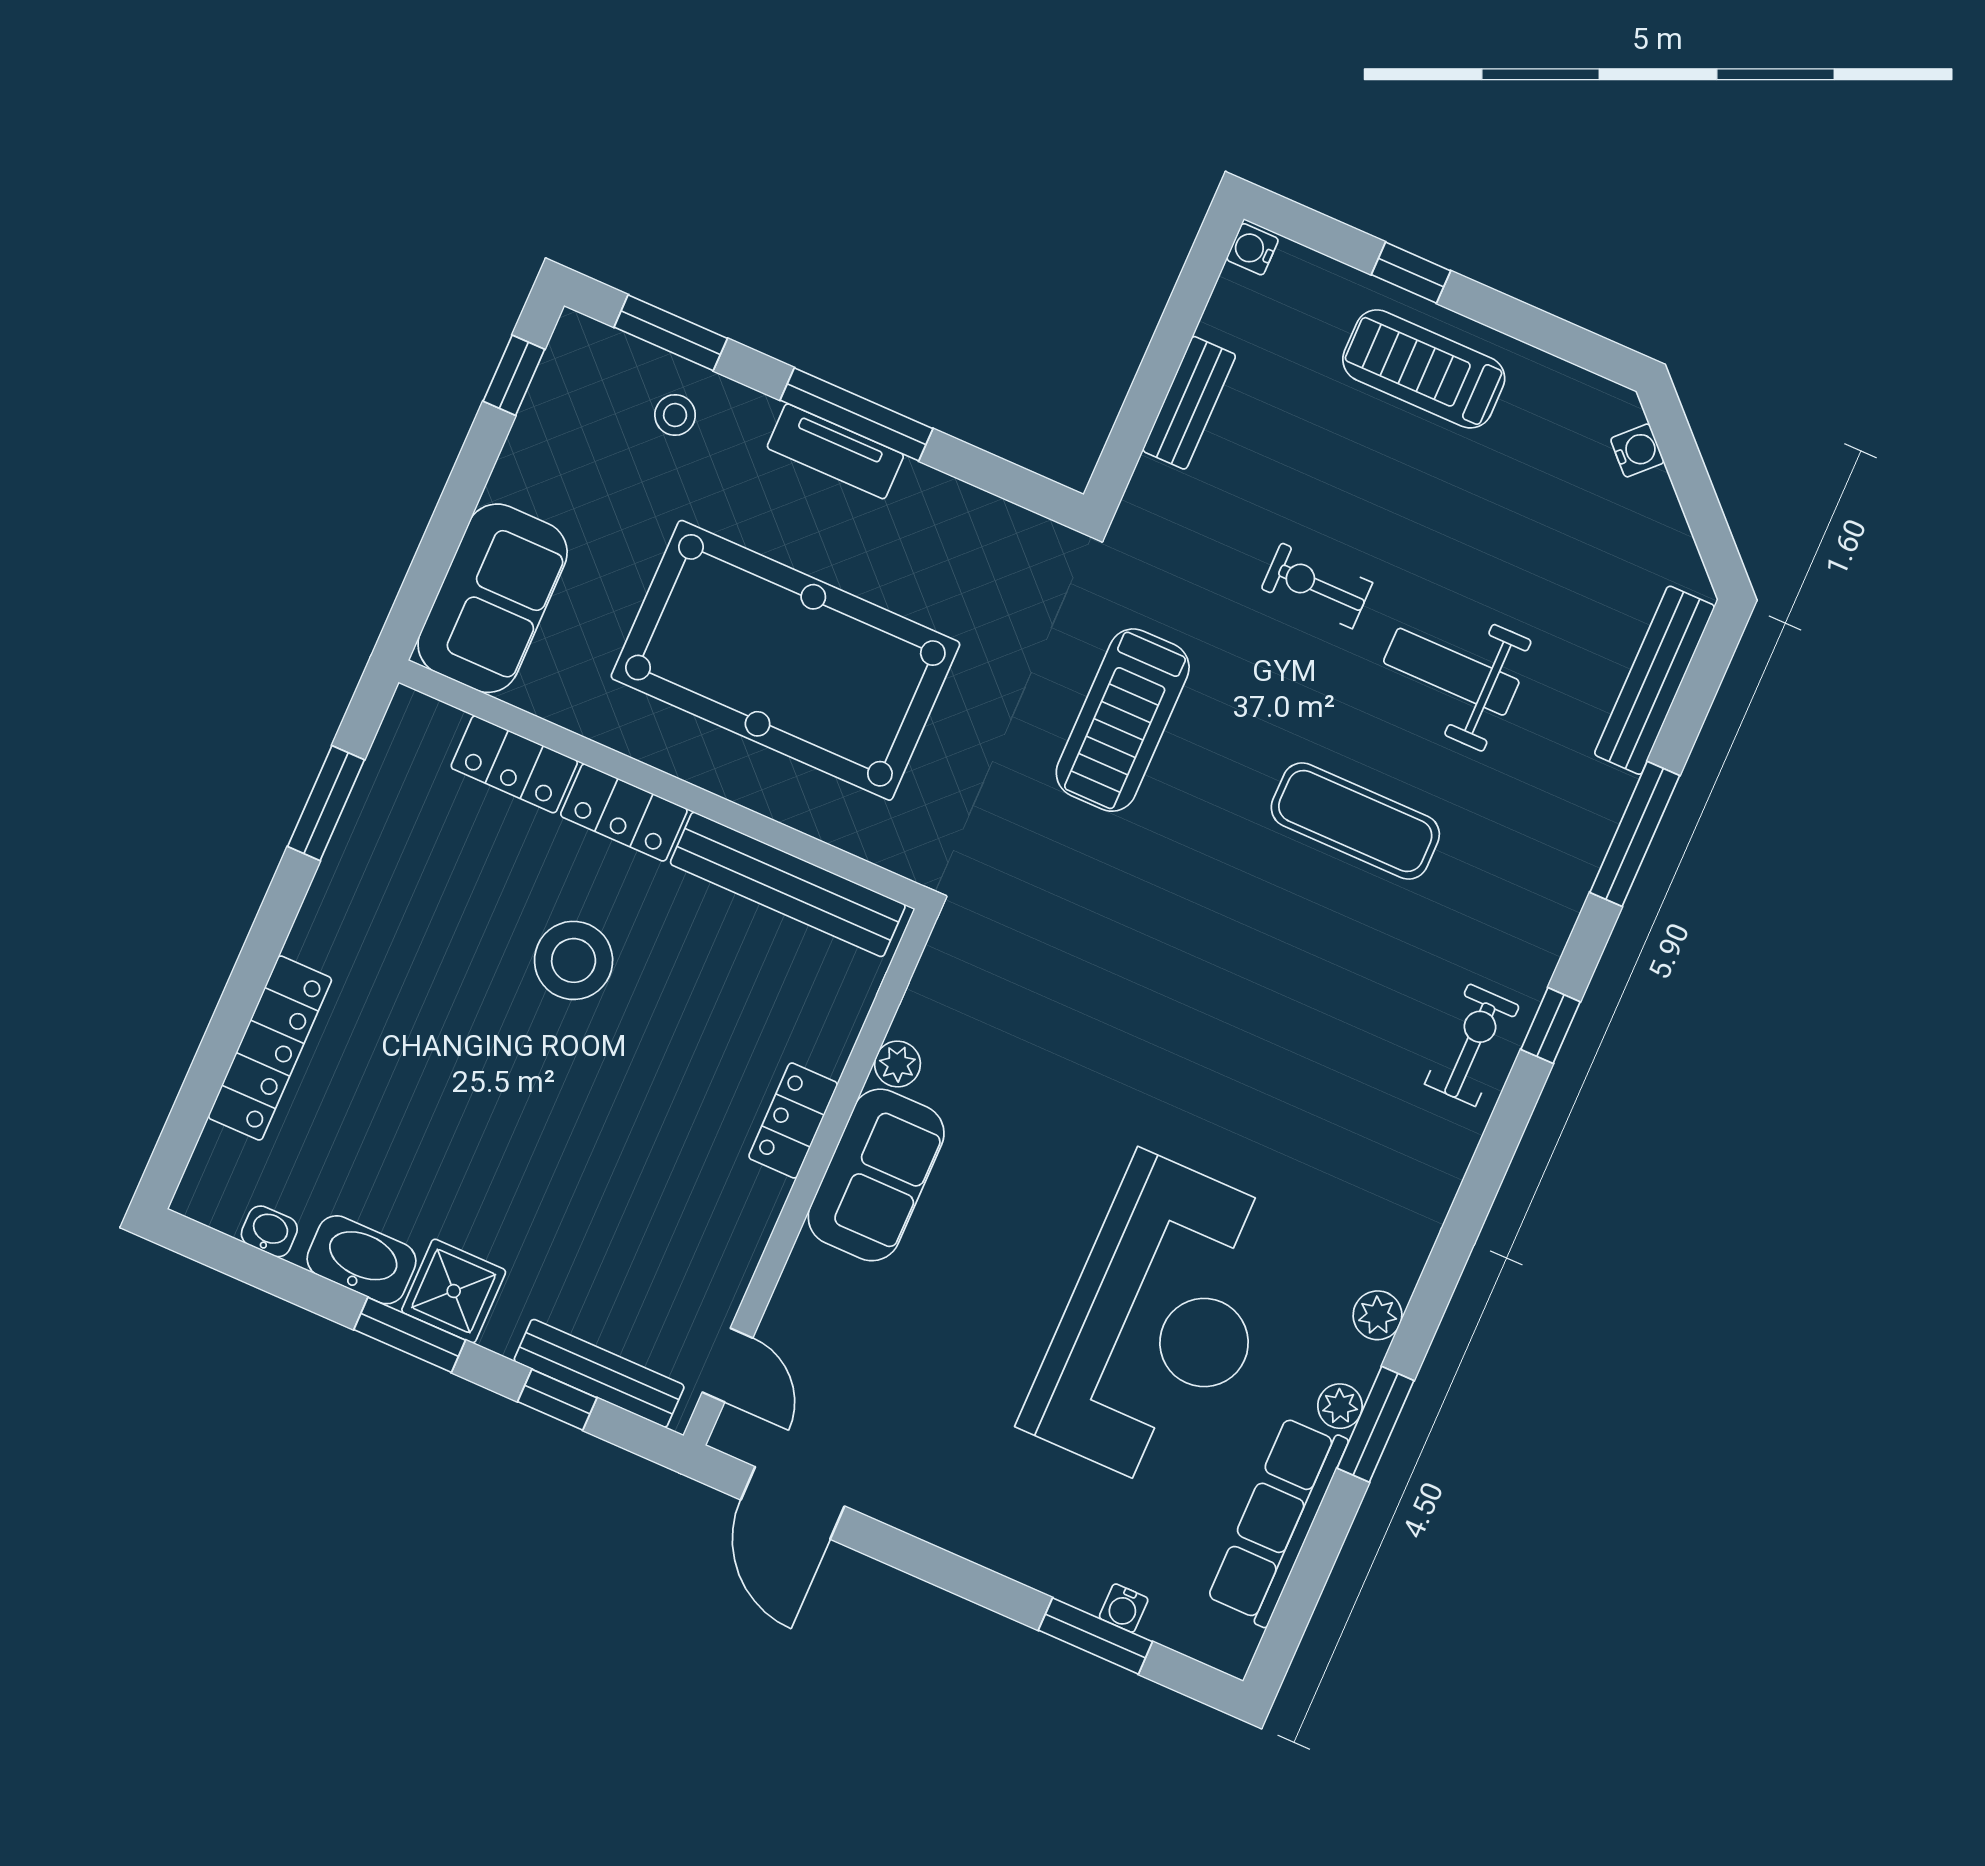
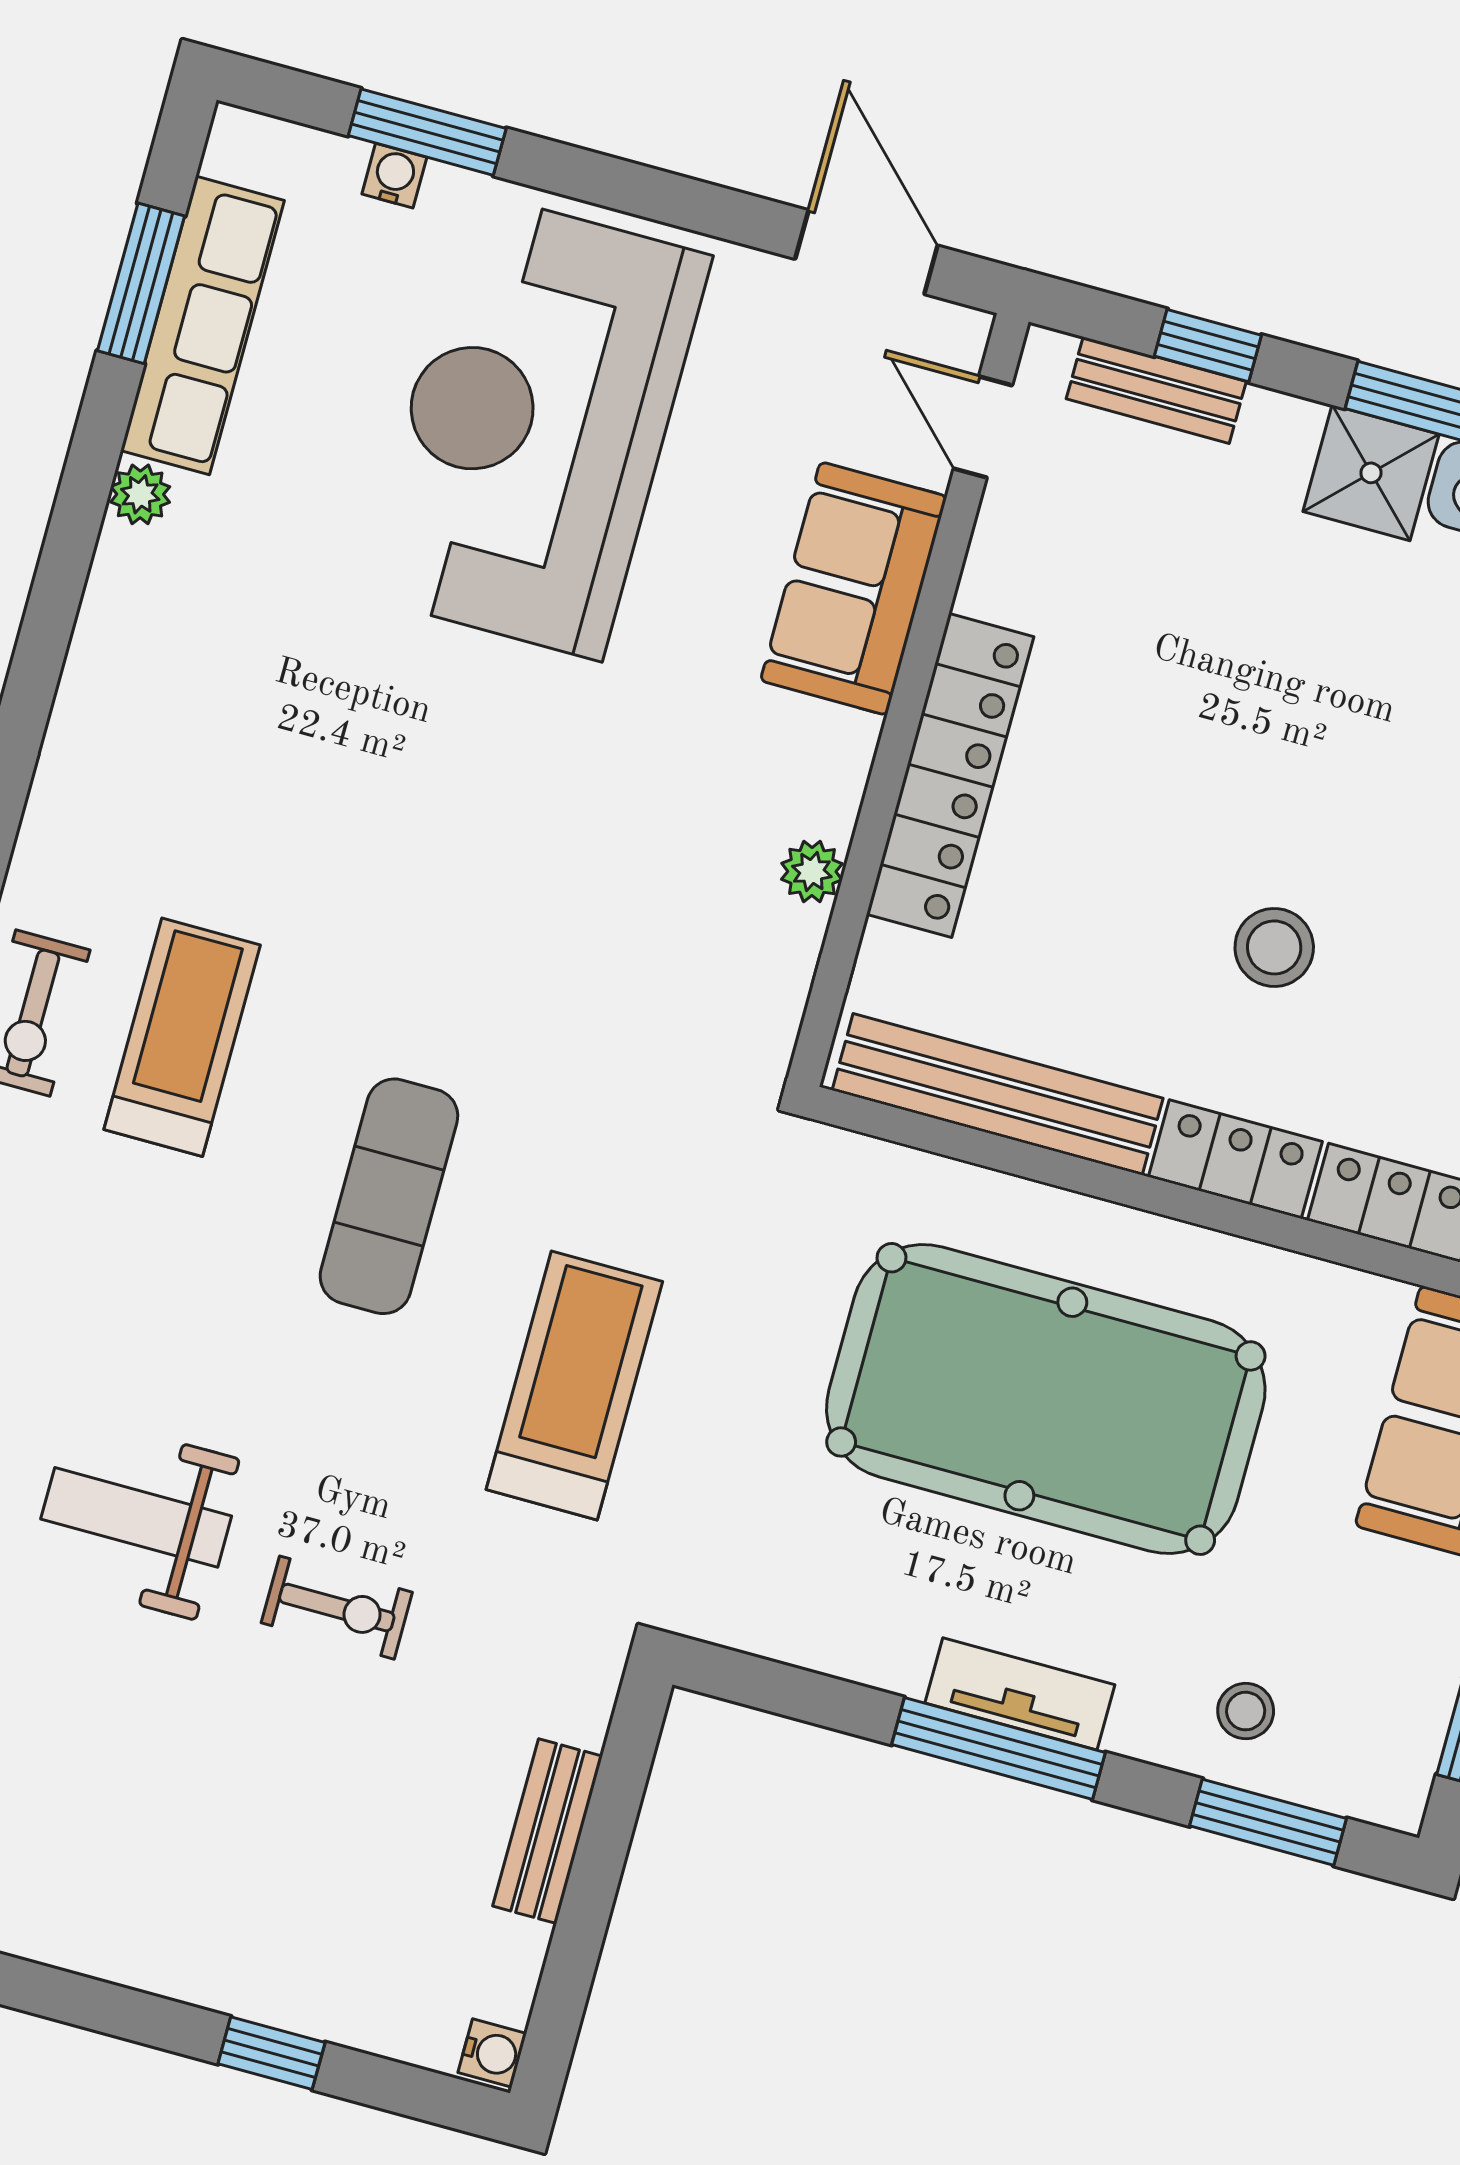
treadmill: (1424, 369) -> (182, 1037), moved, turned -90
weight bench: (1451, 672) -> (136, 1517), turned 180
exercise mat: (1355, 821) -> (389, 1196), moved, turned 90
stool: (574, 960) -> (1274, 947), width x0.73, depth x0.73
locker: (793, 1121) -> (950, 775), width x2.16, depth x1.21
sofa: (876, 1175) -> (854, 589), moved
plant: (1377, 1315) -> (107, 626), removed
reception desk: (1160, 1323) -> (536, 426), moved
bench: (599, 1373) -> (1156, 390), width x0.73
window: (1375, 1424) -> (141, 283), moved

